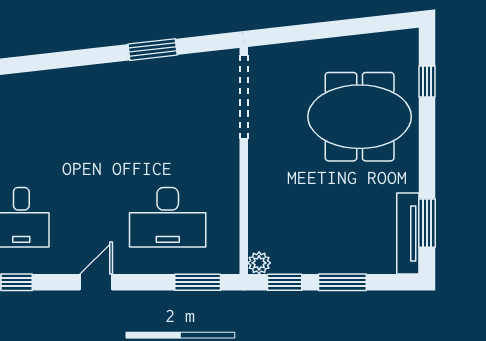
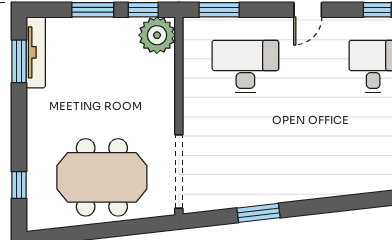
meeting table: (360, 117) -> (102, 177), moved
plant: (259, 263) -> (157, 35), width x1.87, depth x1.87

